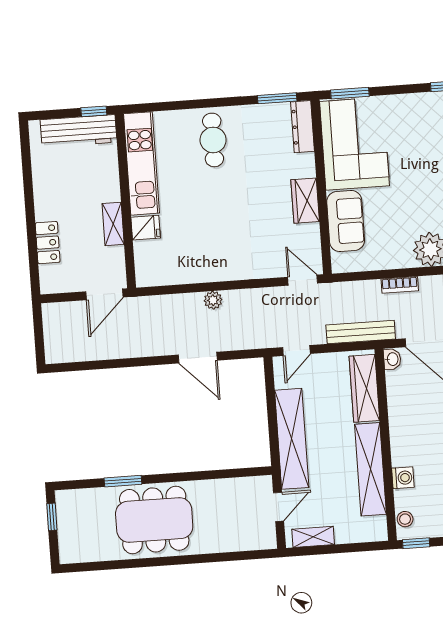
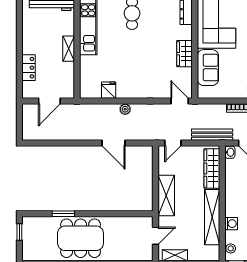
shelving: (113, 224) -> (69, 49), moved
fridge: (146, 228) -> (109, 90), moved, turned -90
door: (104, 294) -> (49, 101), moved
shelving: (292, 439) -> (166, 196), width x0.68

